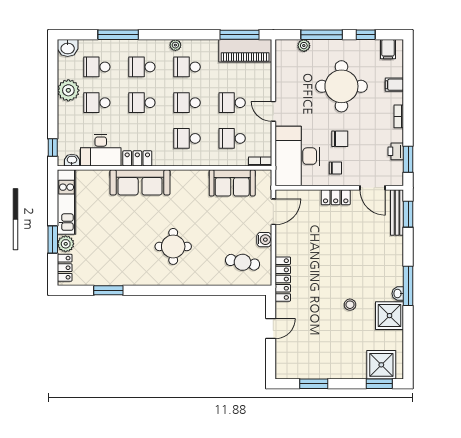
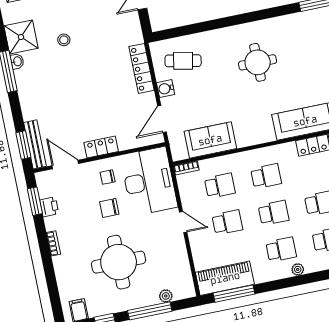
filing cabinet: (394, 85) -> (65, 275), removed
locker: (283, 279) -> (142, 68), moved

